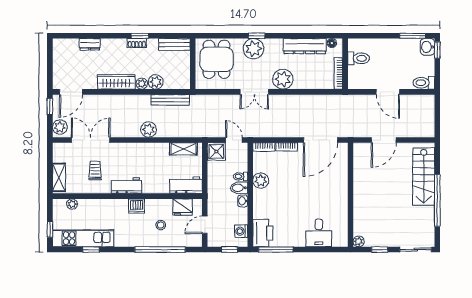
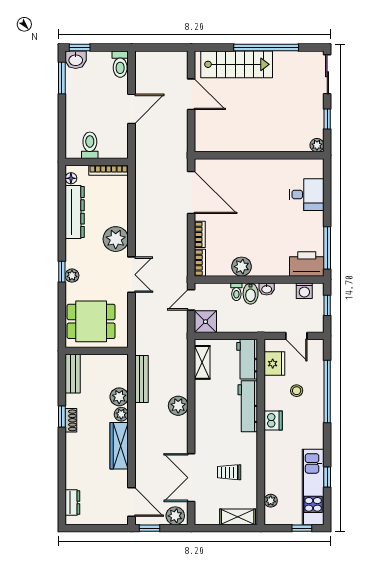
dresser: (90, 44) -> (72, 503), moved
plant: (253, 49) -> (72, 276), width x0.53, depth x0.53
door: (384, 140) -> (191, 94), moved
workbench: (126, 186) -> (248, 406), moved, width x1.38

